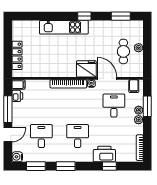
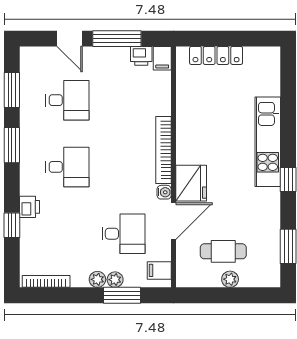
printer: (104, 154) -> (30, 207), width x0.53, depth x0.68
water cooler: (17, 157) -> (29, 56), removed

